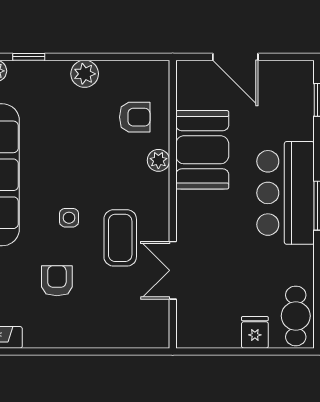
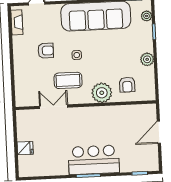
booth: (202, 150) -> (113, 118), removed
plant: (158, 160) -> (102, 93), width x1.88, depth x1.88
cafe table: (296, 316) -> (34, 168), removed

